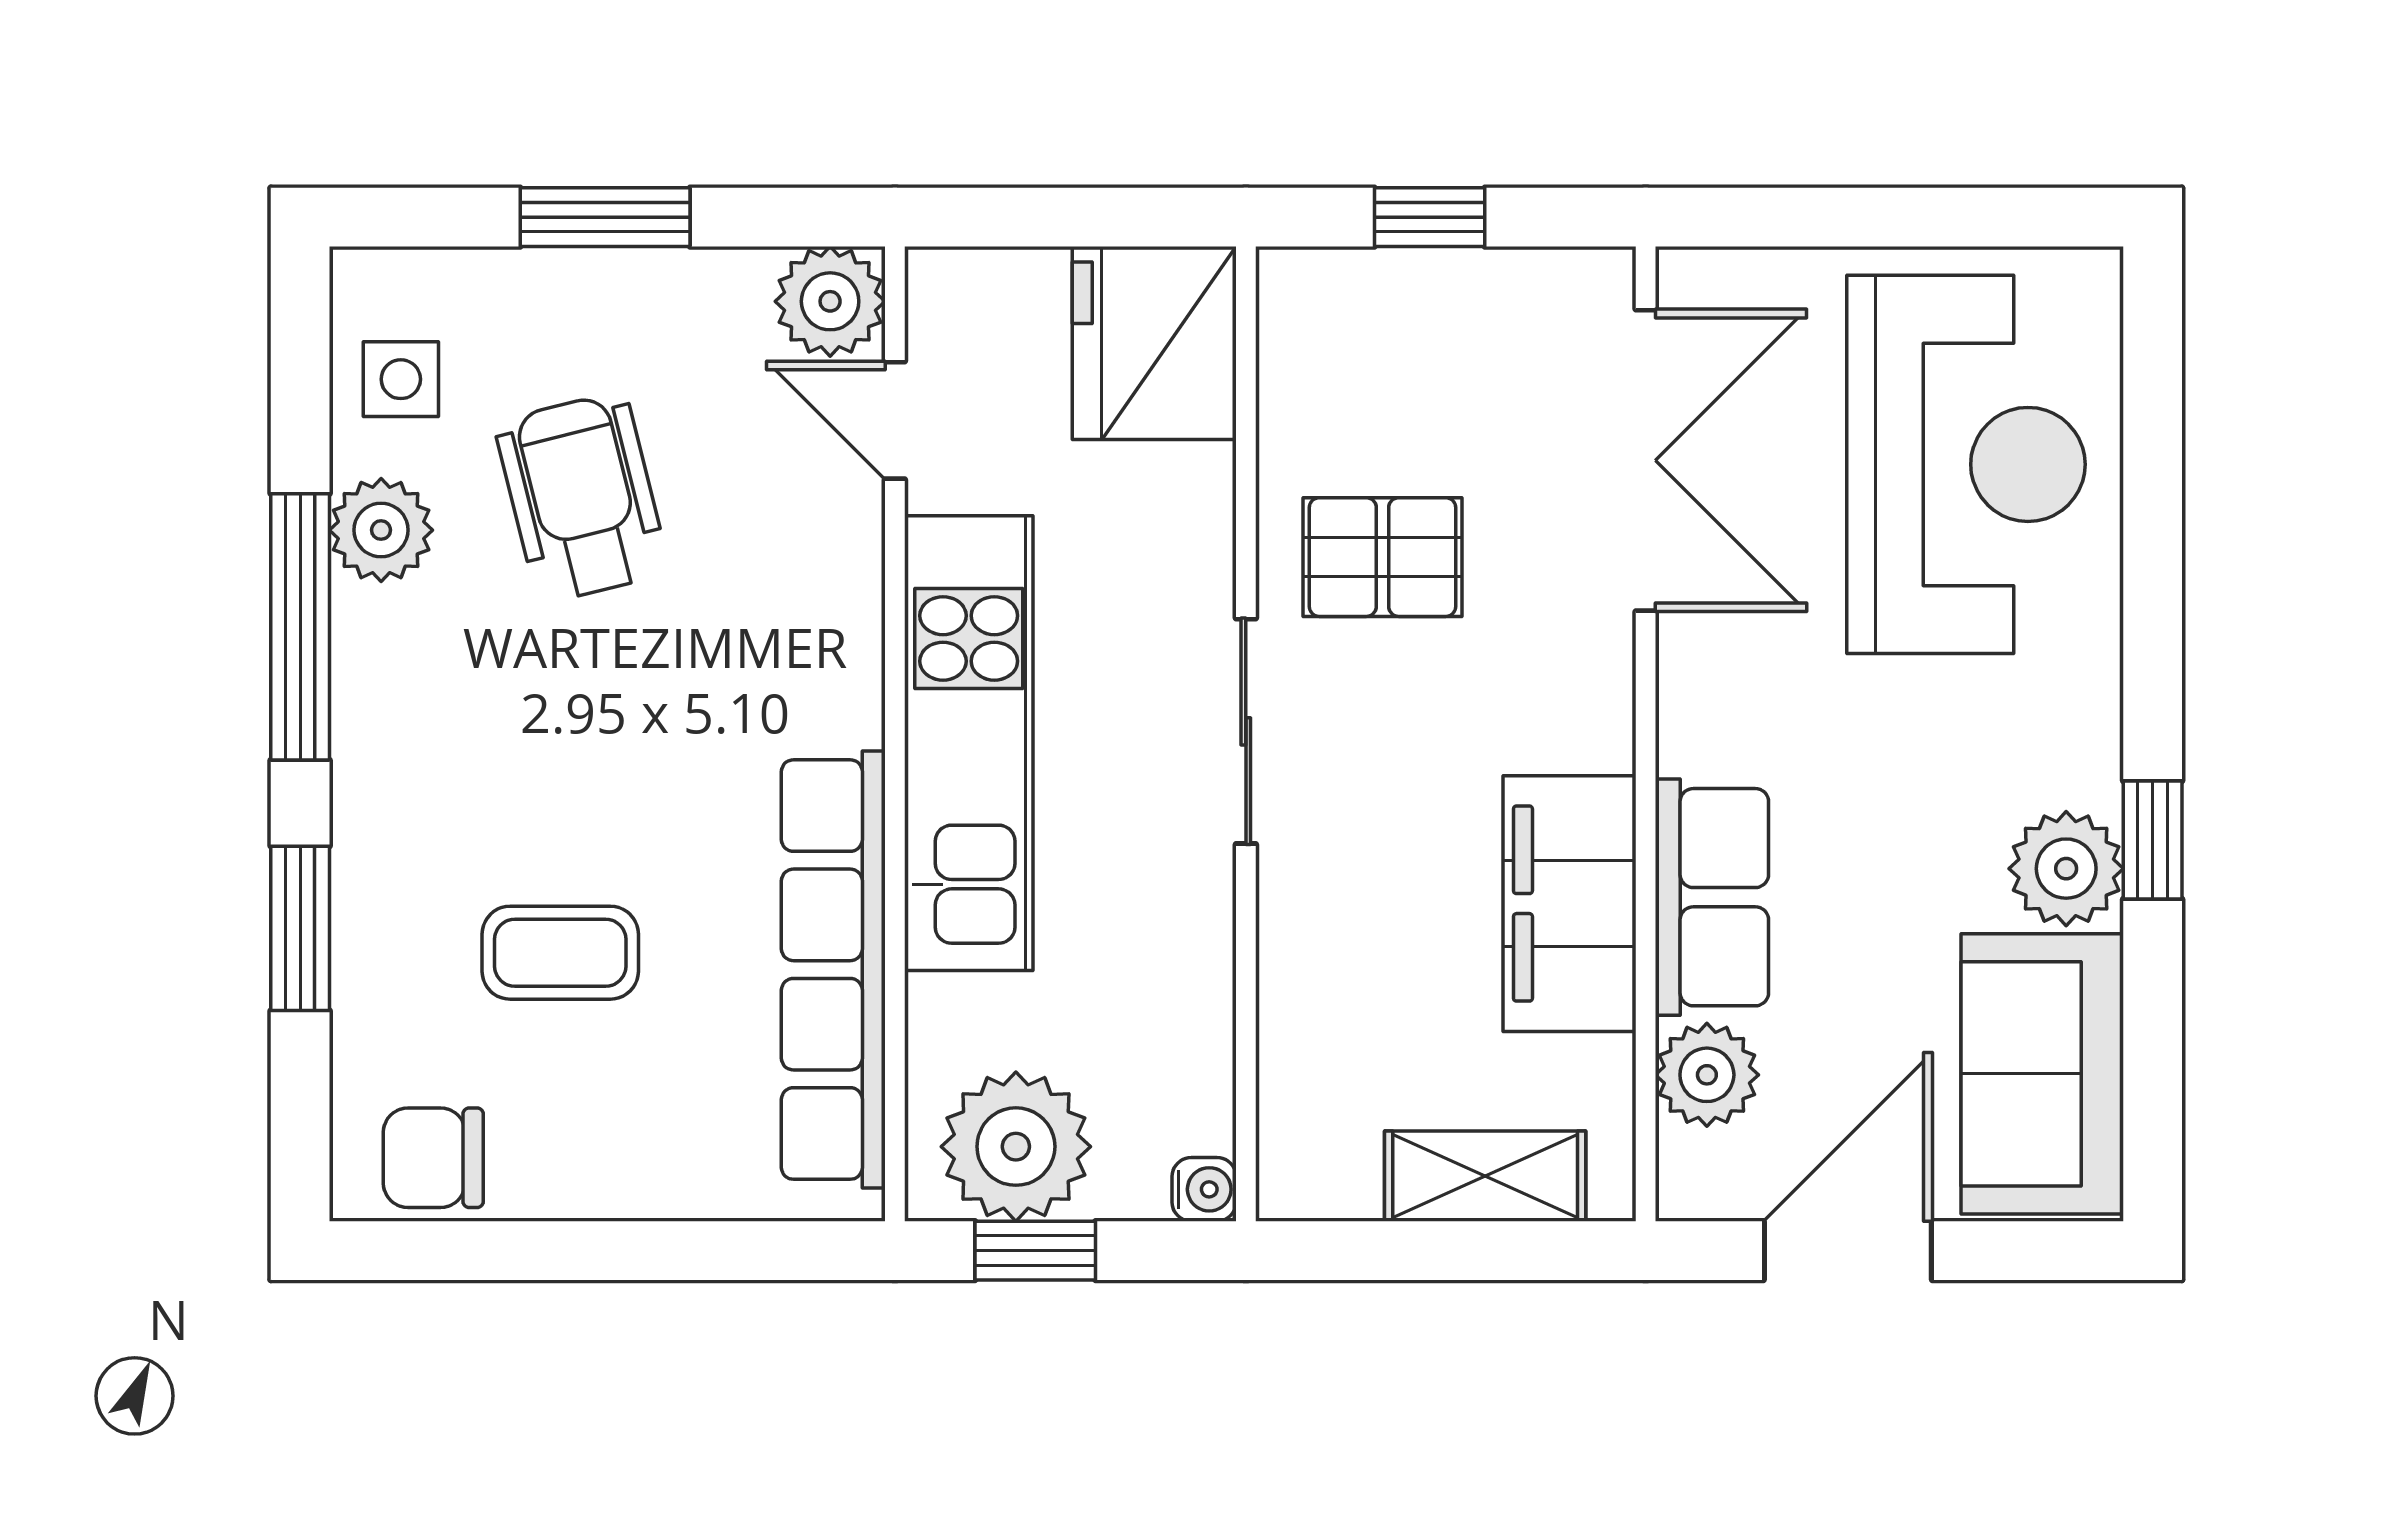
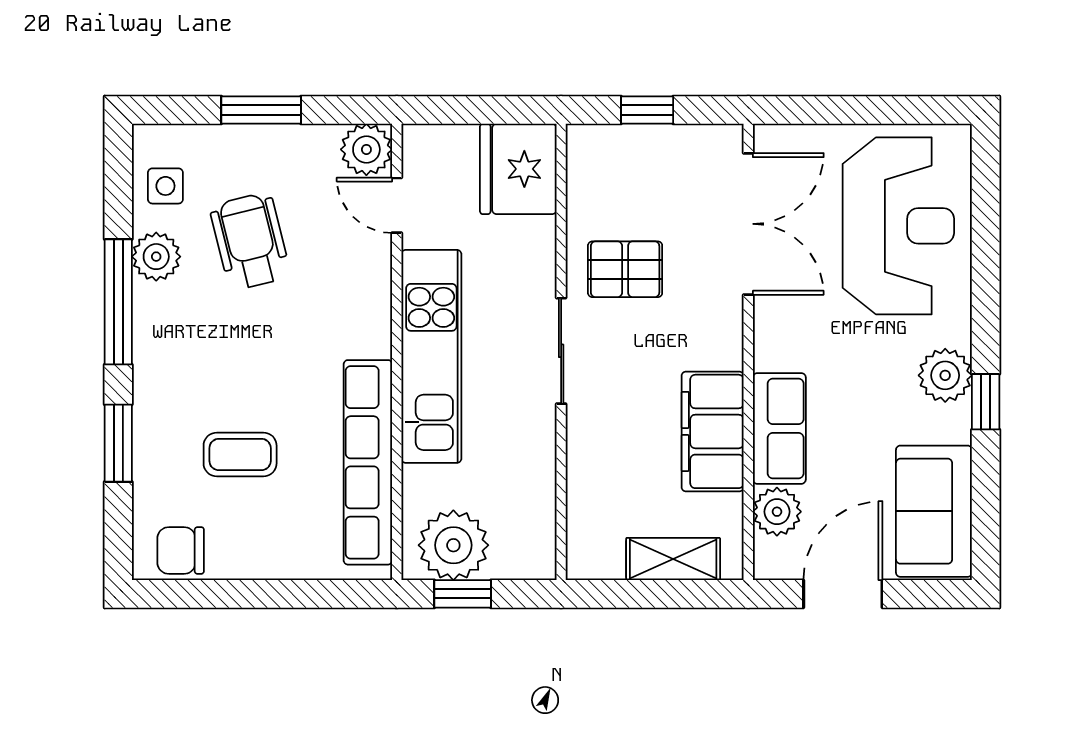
plant: (2066, 869) -> (945, 375), moved
water cooler: (1204, 1189) -> (542, 565), removed

